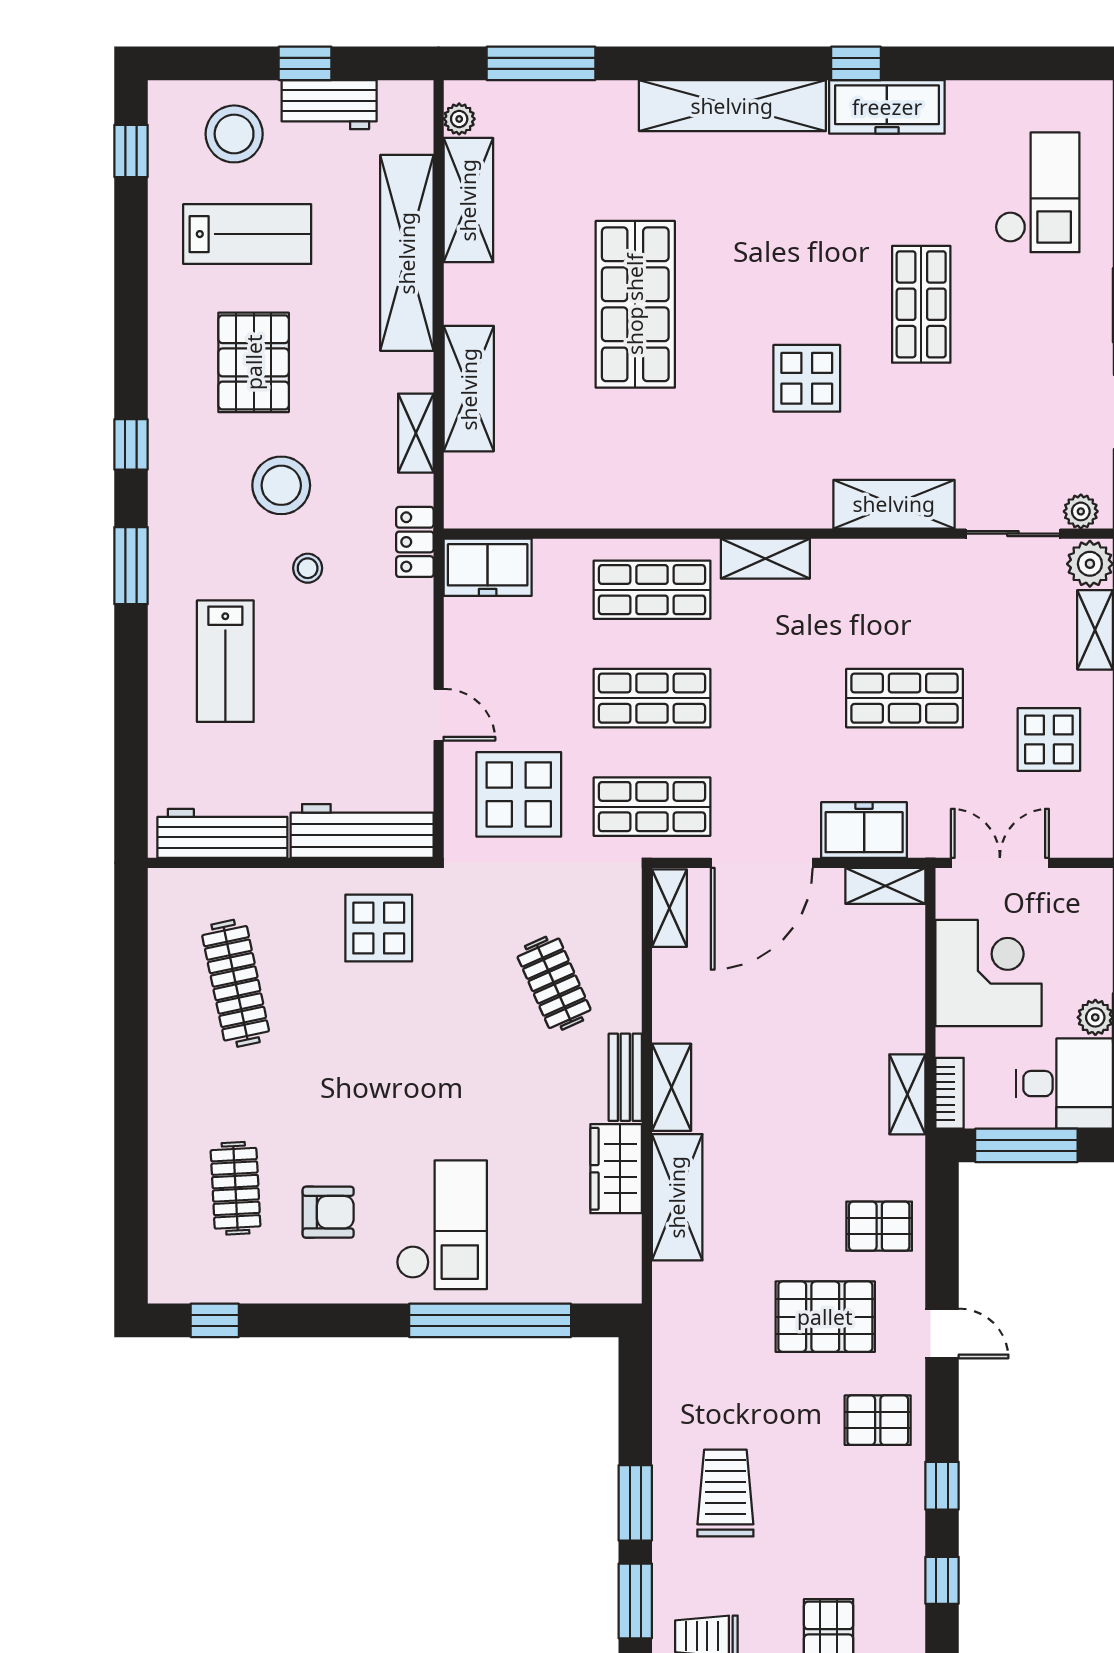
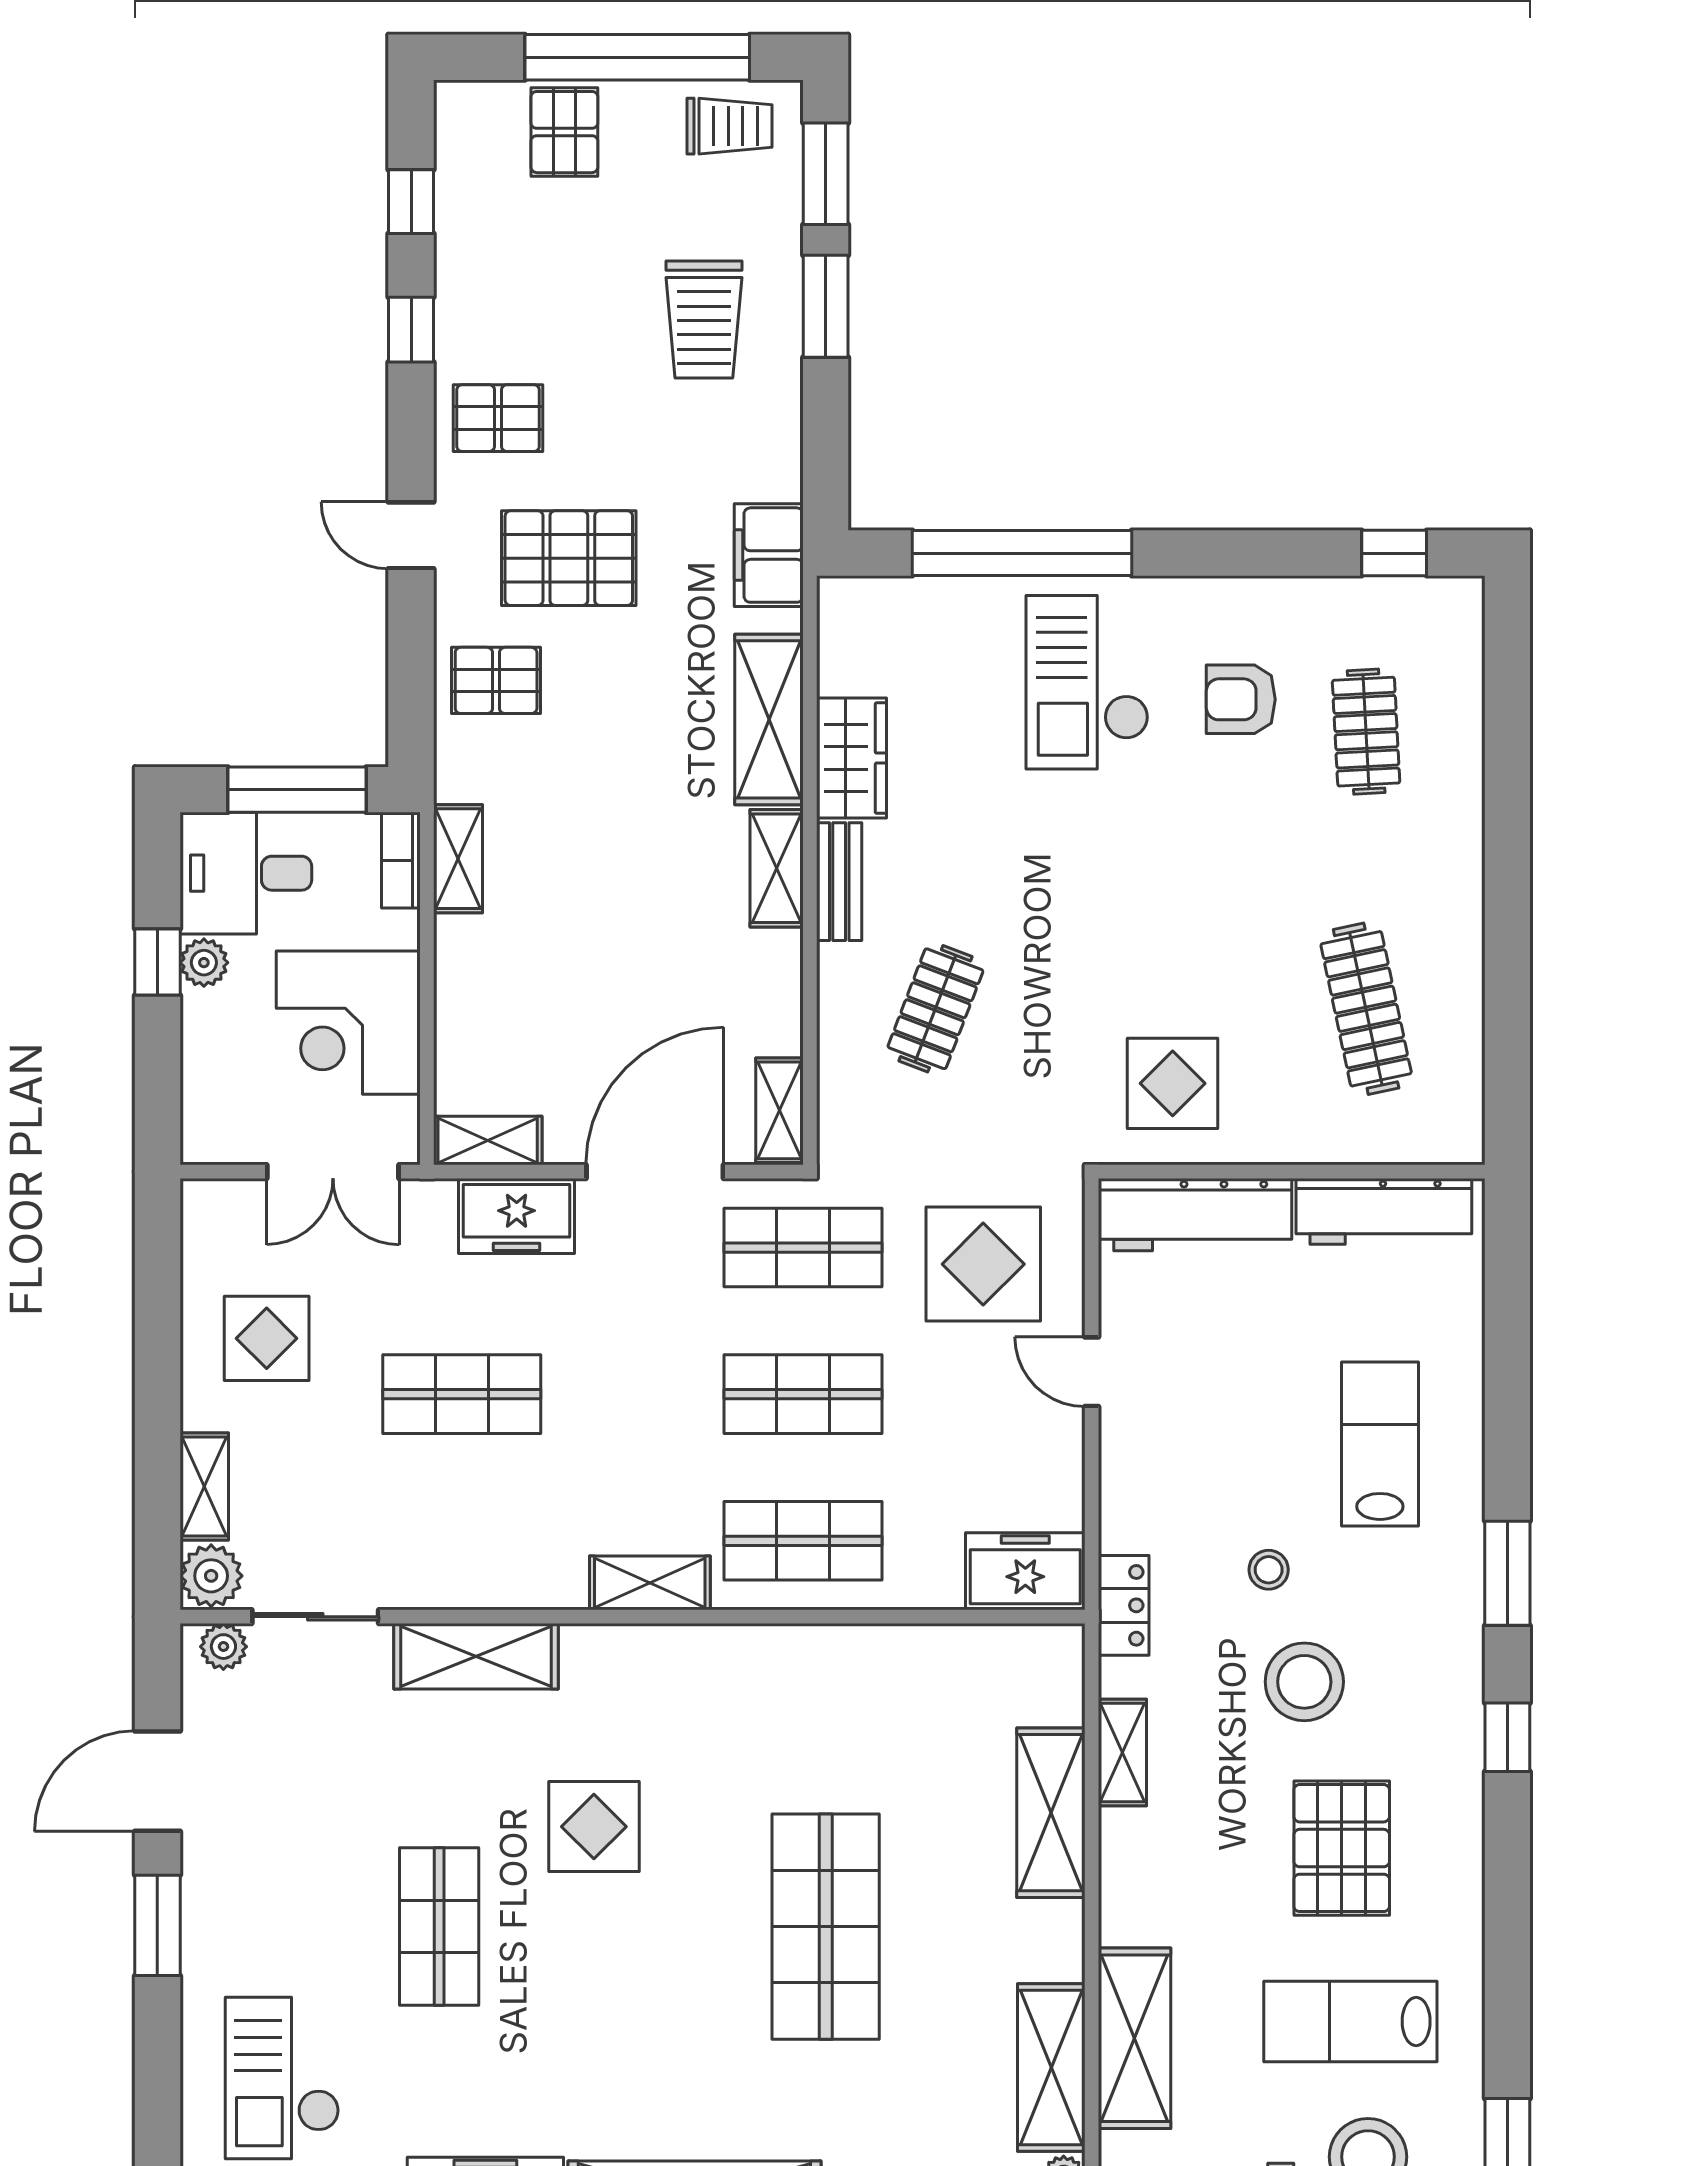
shelving: (407, 253) -> (1134, 2038), width x0.68
clothes rail: (554, 983) -> (935, 1009), turned 45
filing cabinet: (677, 1319) -> (769, 555), added

